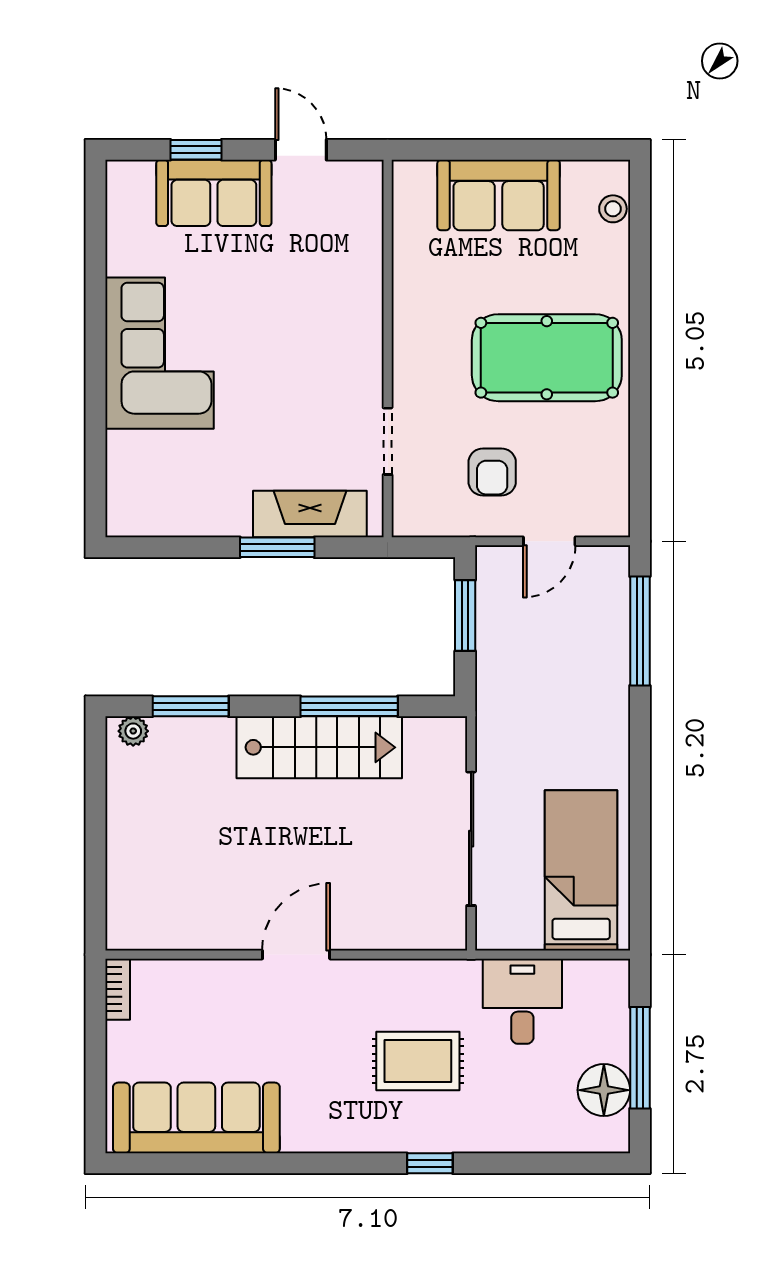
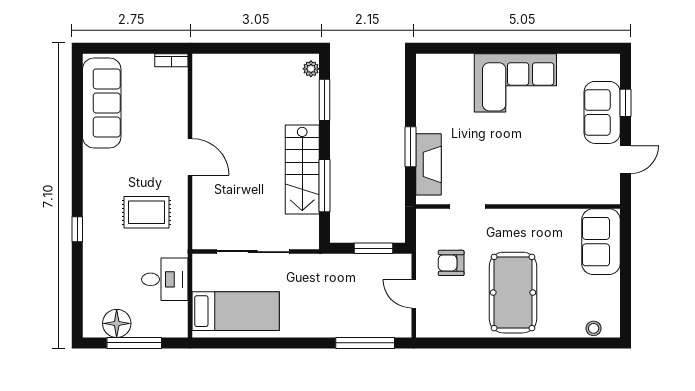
sofa: (499, 195) -> (601, 242), moved
rug: (418, 1061) -> (146, 212), moved, turned 90

